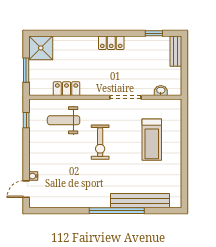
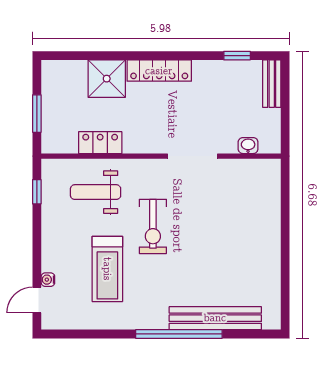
locker: (111, 43) -> (159, 71), width x1.53
shower: (41, 48) -> (107, 79), moved
treadmill: (152, 140) -> (107, 269), moved

